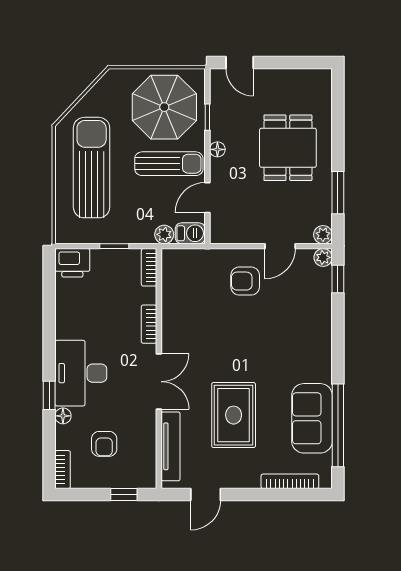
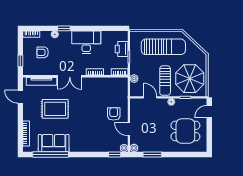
dining table: (288, 148) -> (185, 131), moved
barbecue: (190, 233) -> (135, 90), removed
printer: (72, 263) -> (122, 49), moved
desk: (81, 373) -> (86, 42), moved

